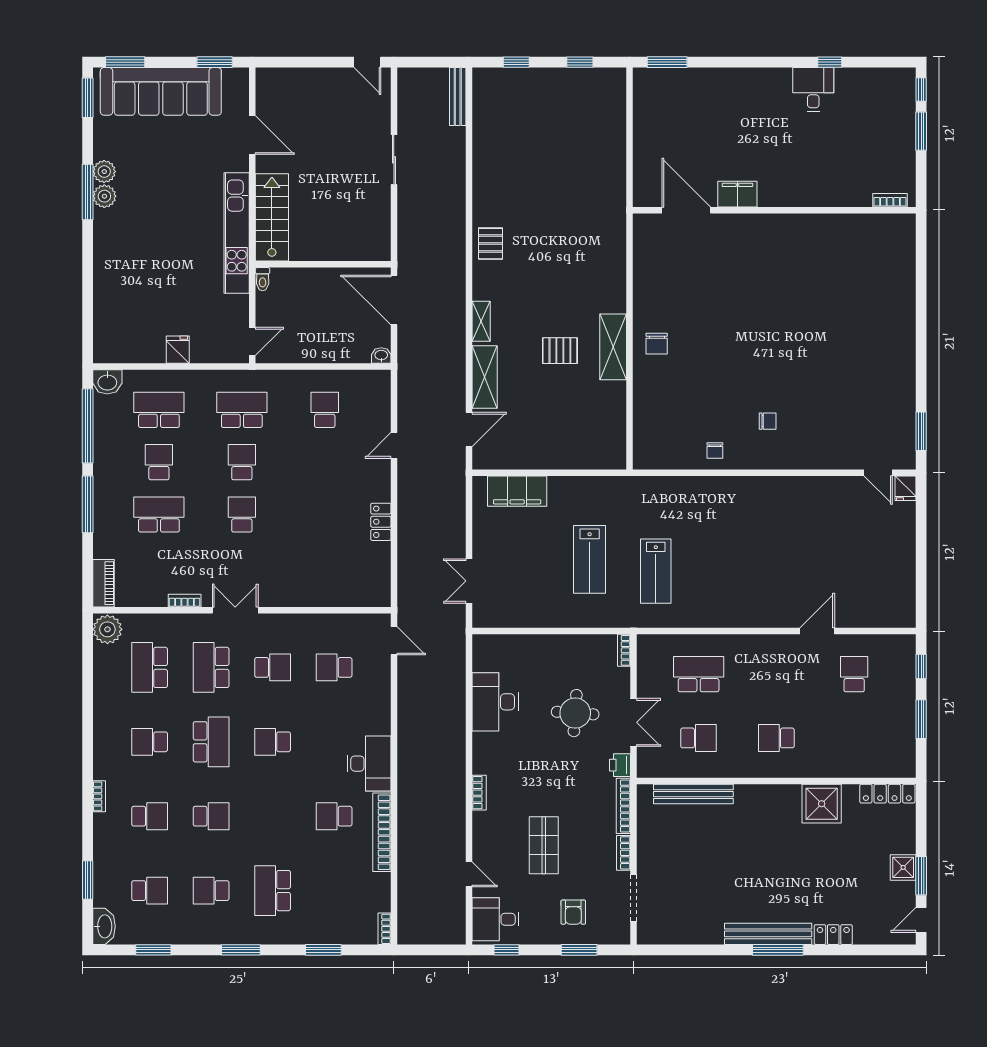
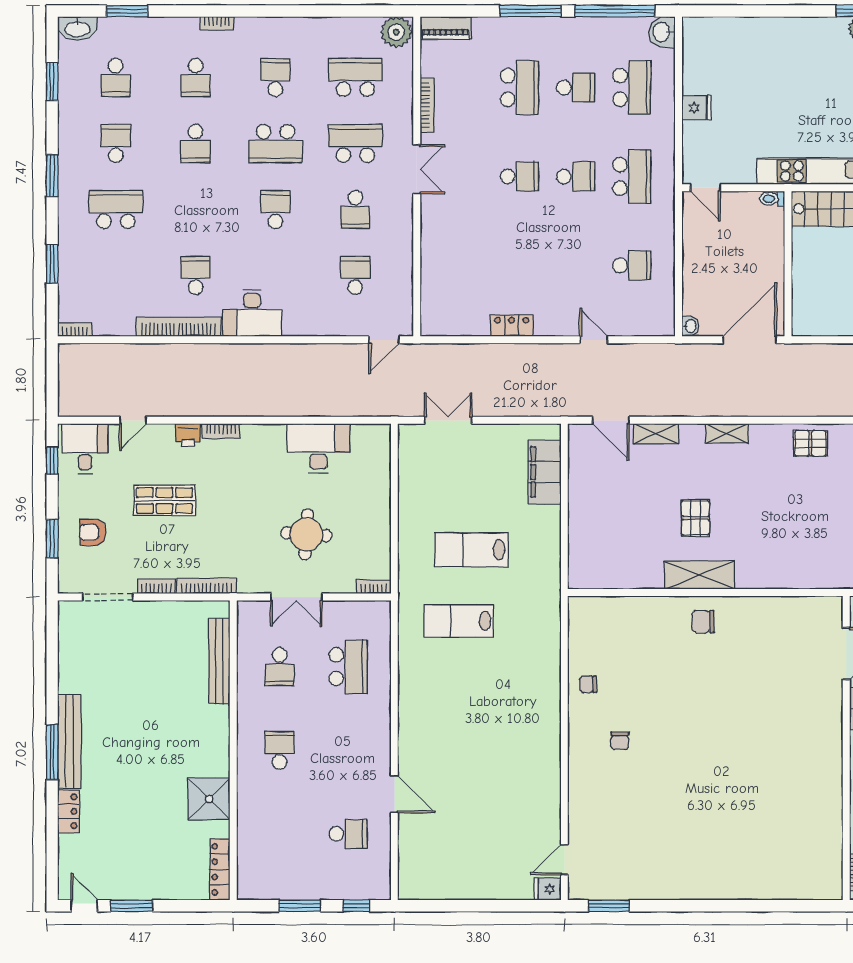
shelving: (485, 377) -> (656, 434), width x0.67, depth x0.75
bookcase: (185, 601) -> (427, 105), width x1.56
printer: (620, 765) -> (188, 435), moved, turned 180
shower: (903, 867) -> (141, 886), removed

